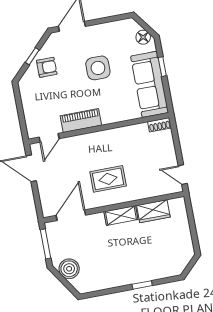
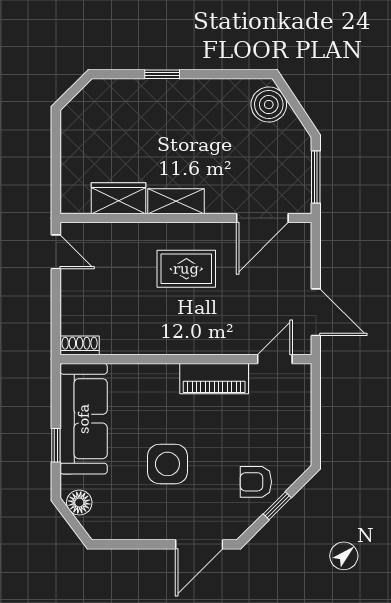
boiler: (69, 269) -> (269, 105), moved

